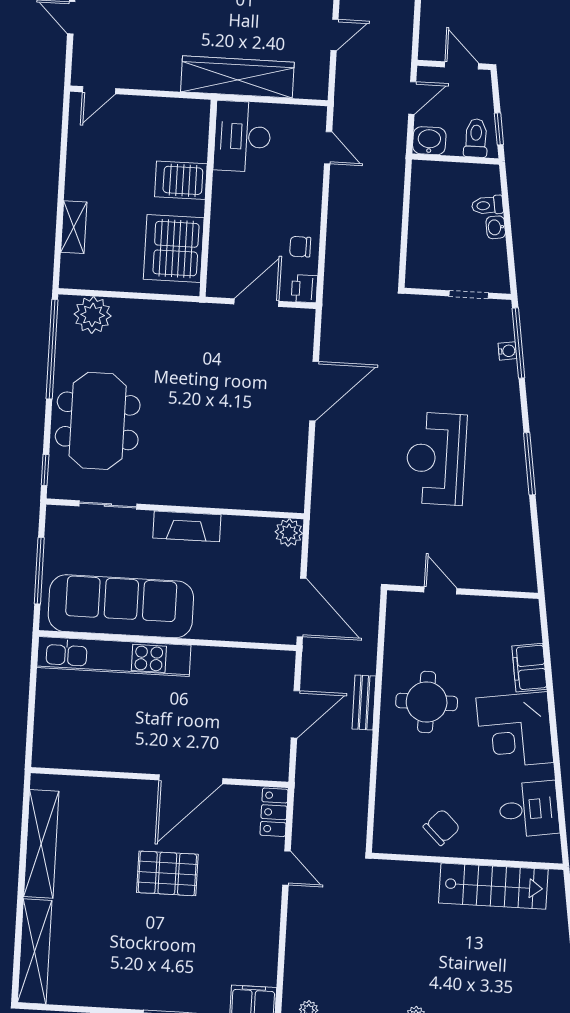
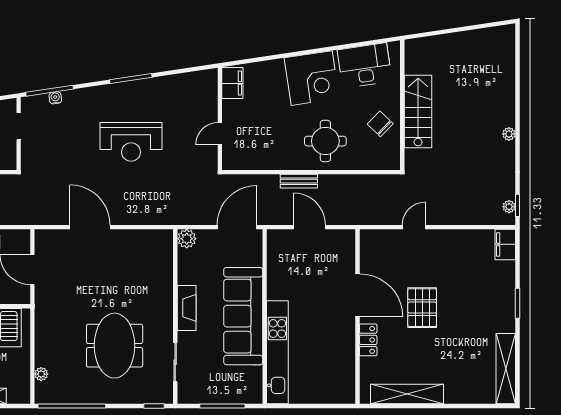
printer: (304, 289) -> (21, 238), removed
plant: (93, 315) -> (41, 374), width x0.53, depth x0.53
meeting table: (98, 421) -> (115, 346), moved, turned 90
sofa: (121, 606) -> (243, 316), moved
filing cabinet: (529, 668) -> (232, 83), moved, turned -81
round table: (427, 702) -> (325, 141), moved
desk: (529, 809) -> (365, 65), width x1.37
locker: (274, 812) -> (368, 340), moved, turned -90
stairs: (493, 886) -> (418, 112), moved
shelving: (35, 951) -> (506, 369), moved, turned 90

